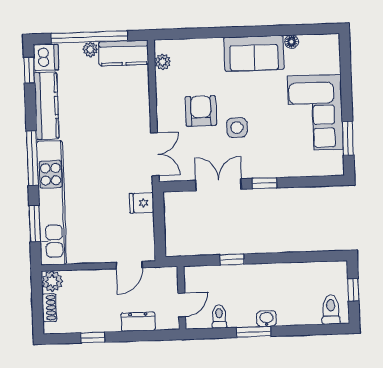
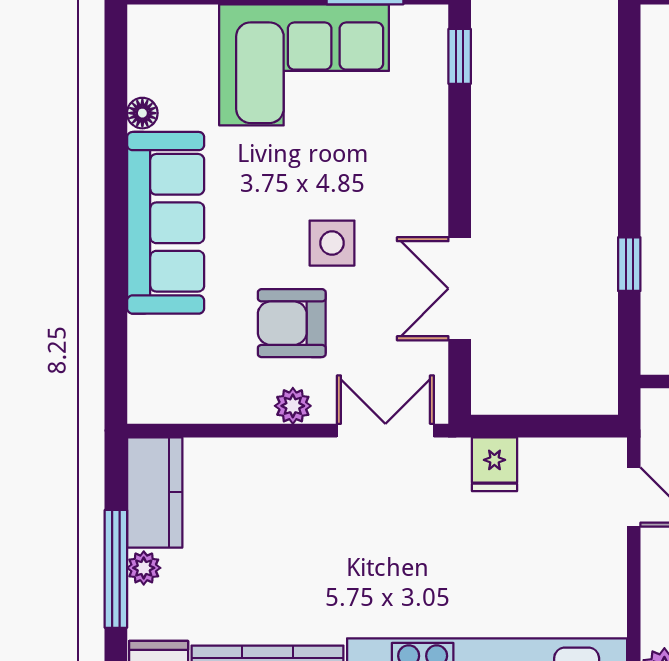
window: (89, 37) -> (116, 569), width x0.68
sofa: (254, 53) -> (166, 223), width x1.36
plant: (162, 62) -> (293, 406), moved
window: (264, 183) -> (460, 56), moved

